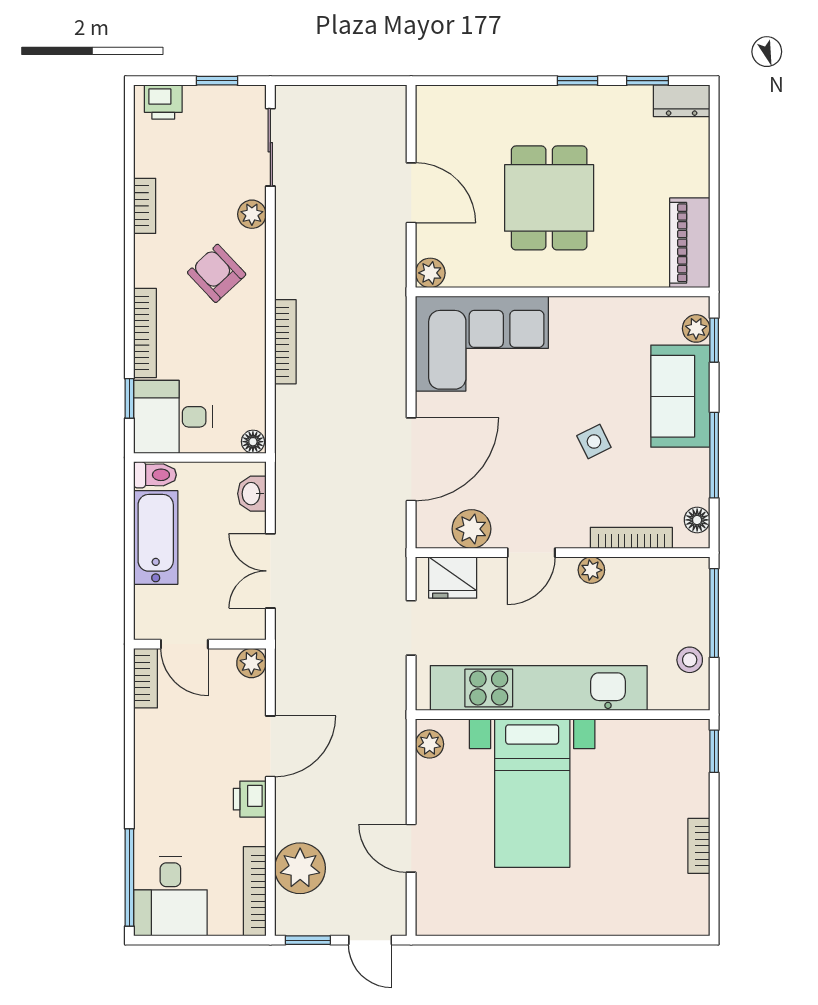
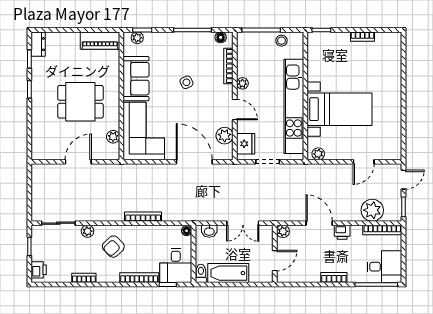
plant: (430, 273) -> (113, 137), moved
sofa: (680, 396) -> (136, 79), moved, turned -90
bookcase: (146, 678) -> (334, 277), moved

